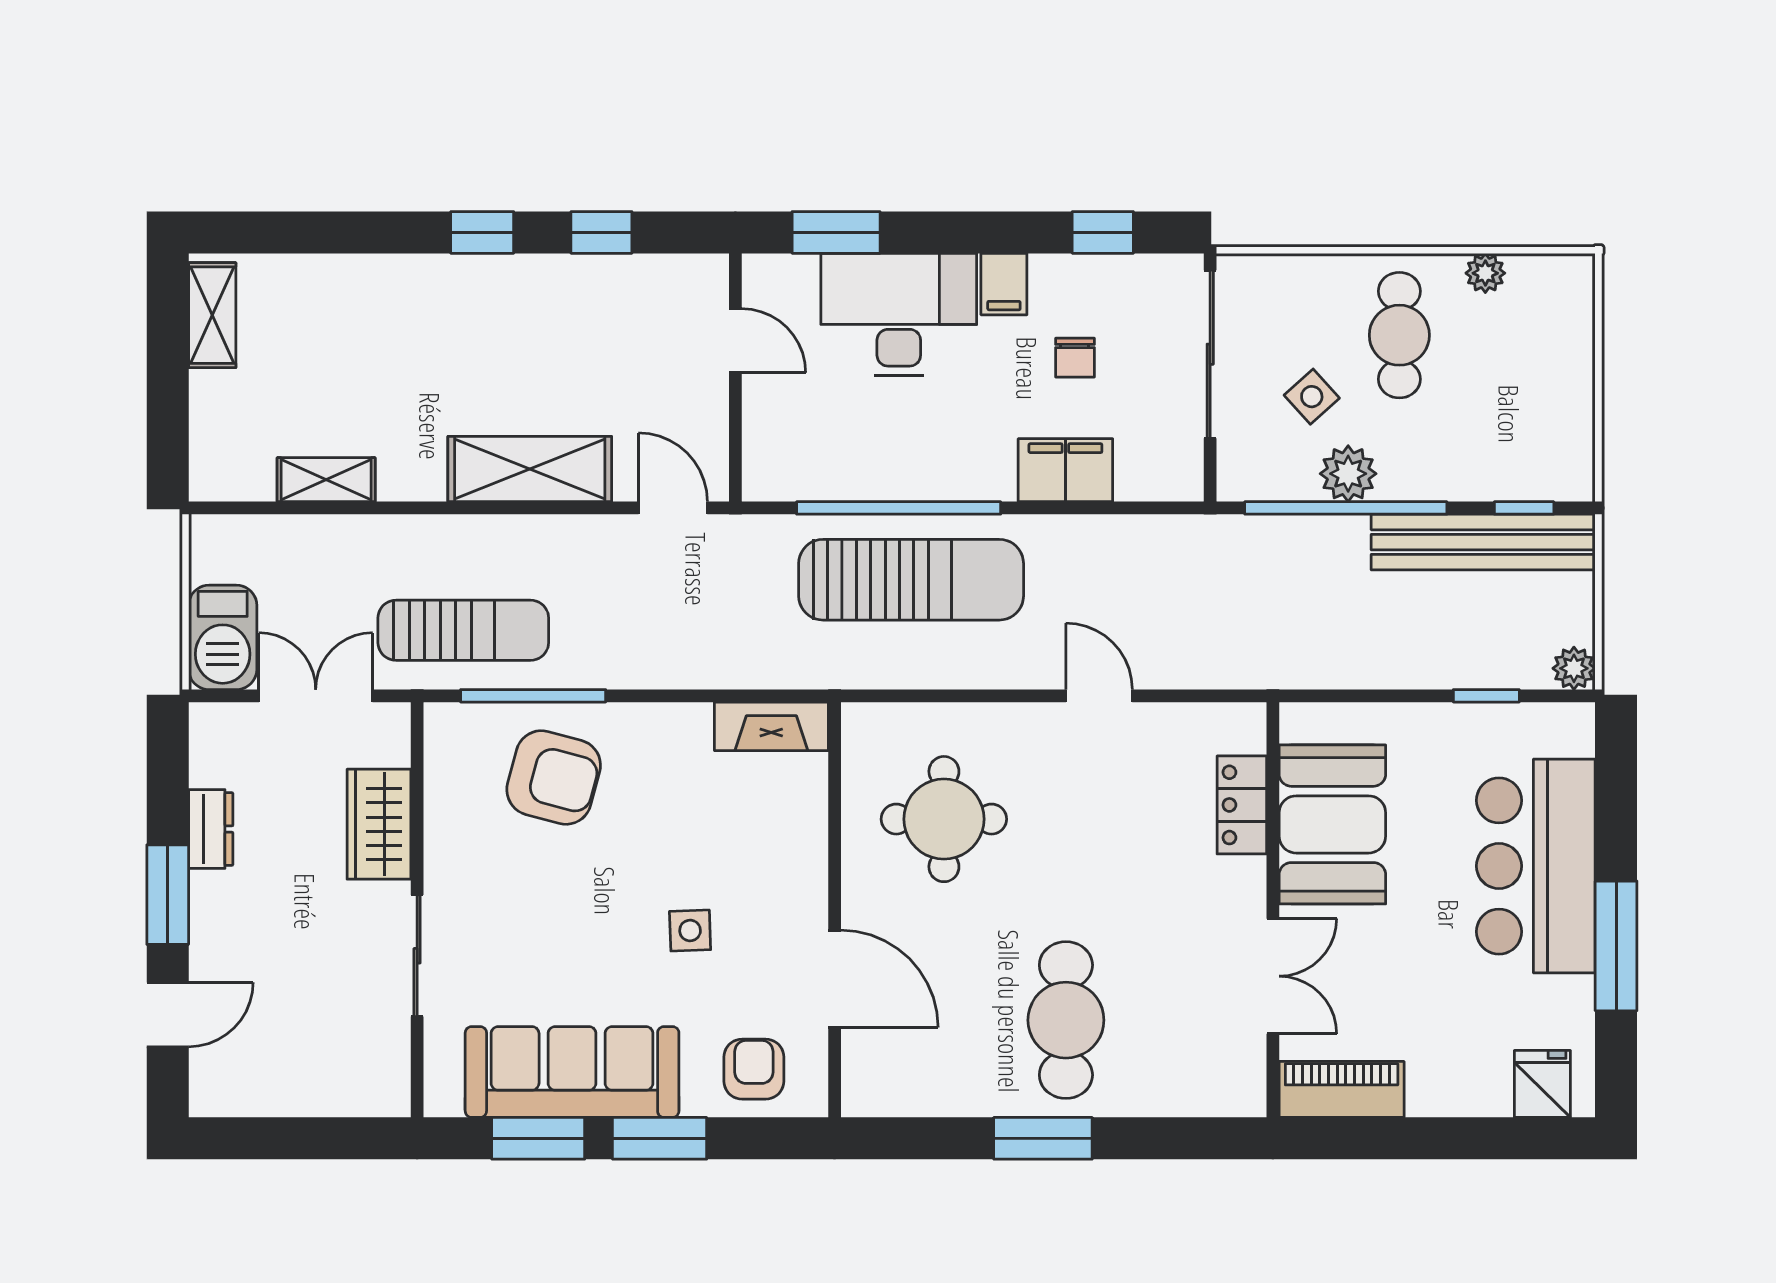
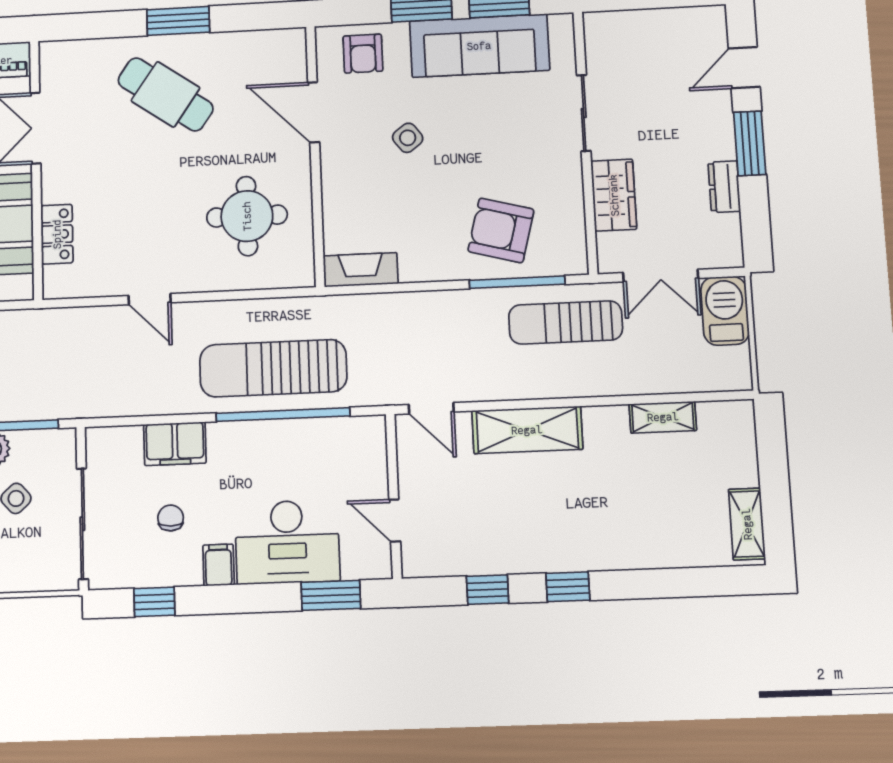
side table: (690, 930) -> (408, 138), turned -35
cafe table: (1066, 1020) -> (166, 94), turned -55

